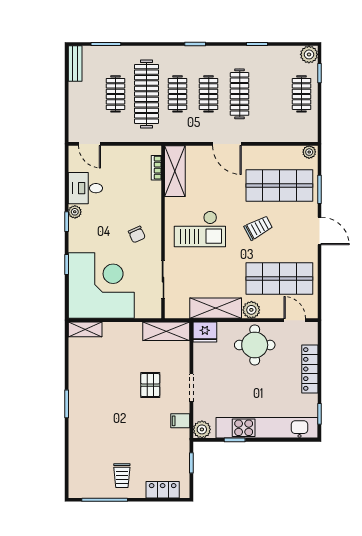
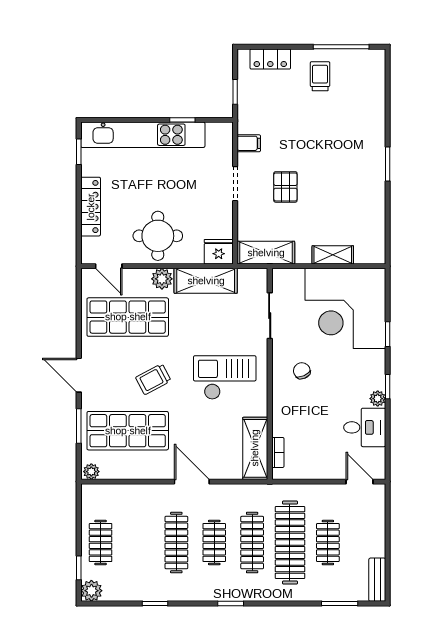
clothes rail: (178, 94) -> (252, 543), width x1.36
shelving: (85, 329) -> (333, 255), moved
plant: (202, 429) -> (222, 133), removed

